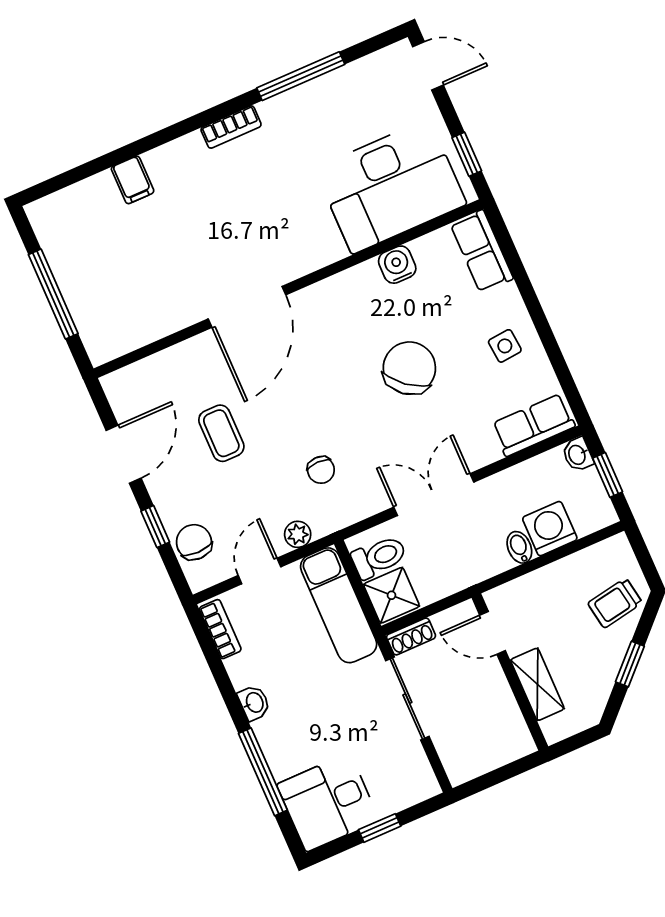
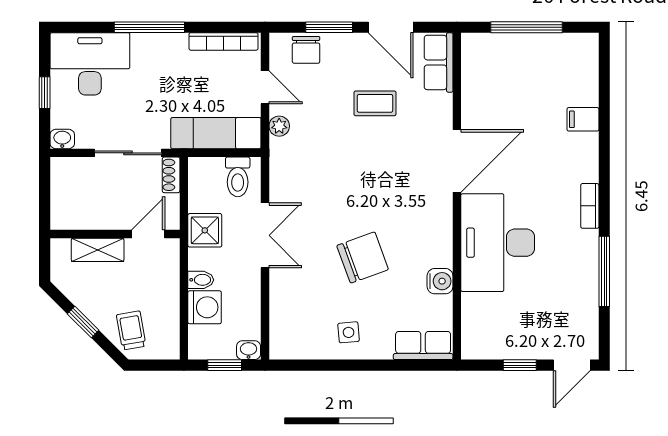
window: (467, 154) -> (520, 365), moved
desk: (391, 186) -> (498, 243), moved
door: (247, 307) -> (457, 161), swing flipped
chair: (409, 368) -> (363, 257), turned -59
row of seats: (533, 425) -> (439, 62), moved, turned 180
chair: (321, 470) -> (318, 163), removed
window: (155, 527) -> (329, 27), width x1.50
chair: (194, 542) -> (306, 50), turned 90
shower: (392, 595) -> (205, 230), moved
bookcase: (220, 629) -> (224, 41), width x1.56
washbasin: (254, 703) -> (62, 139), moved, turned 180
window: (263, 772) -> (149, 27), moved
desk: (328, 802) -> (90, 64), width x1.37

